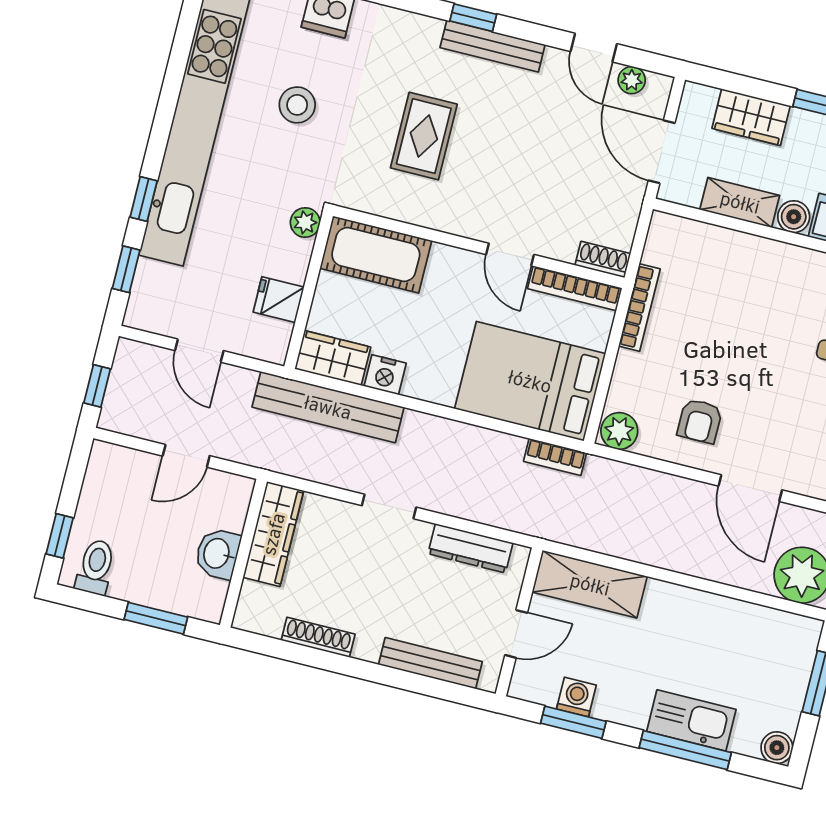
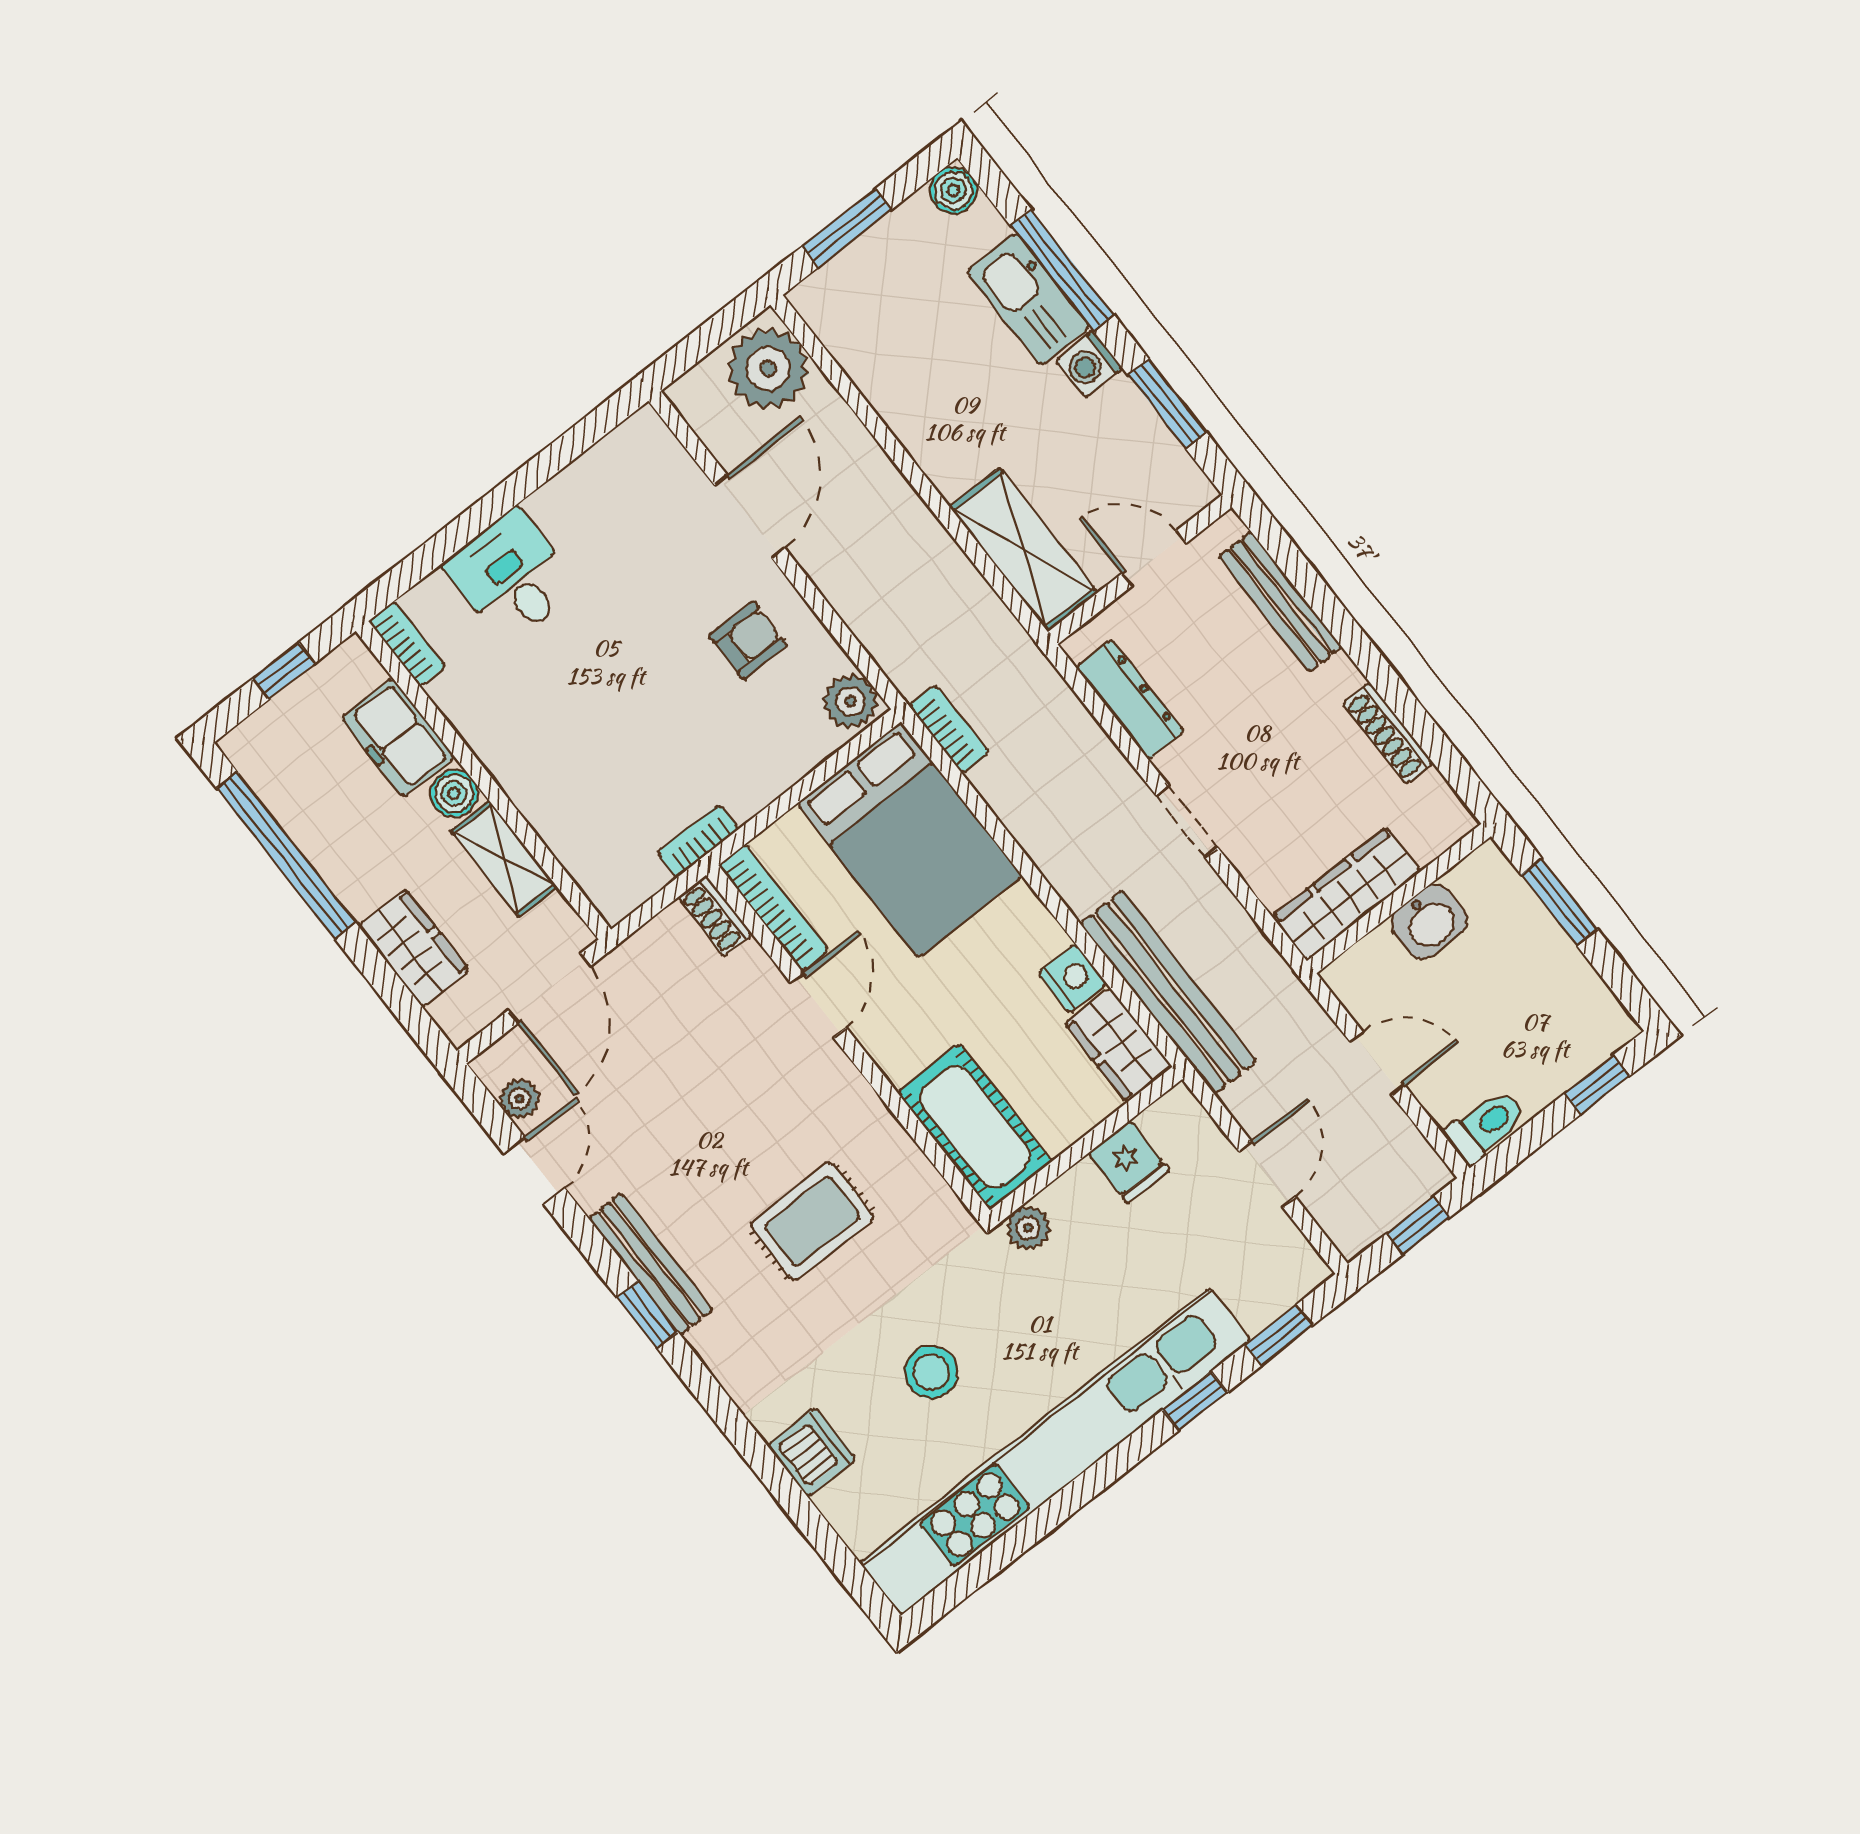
bookcase: (639, 308) -> (698, 841), width x0.64
toilet: (96, 567) -> (1486, 1126), moved, turned 180
washing machine: (576, 697) -> (1089, 364), moved

